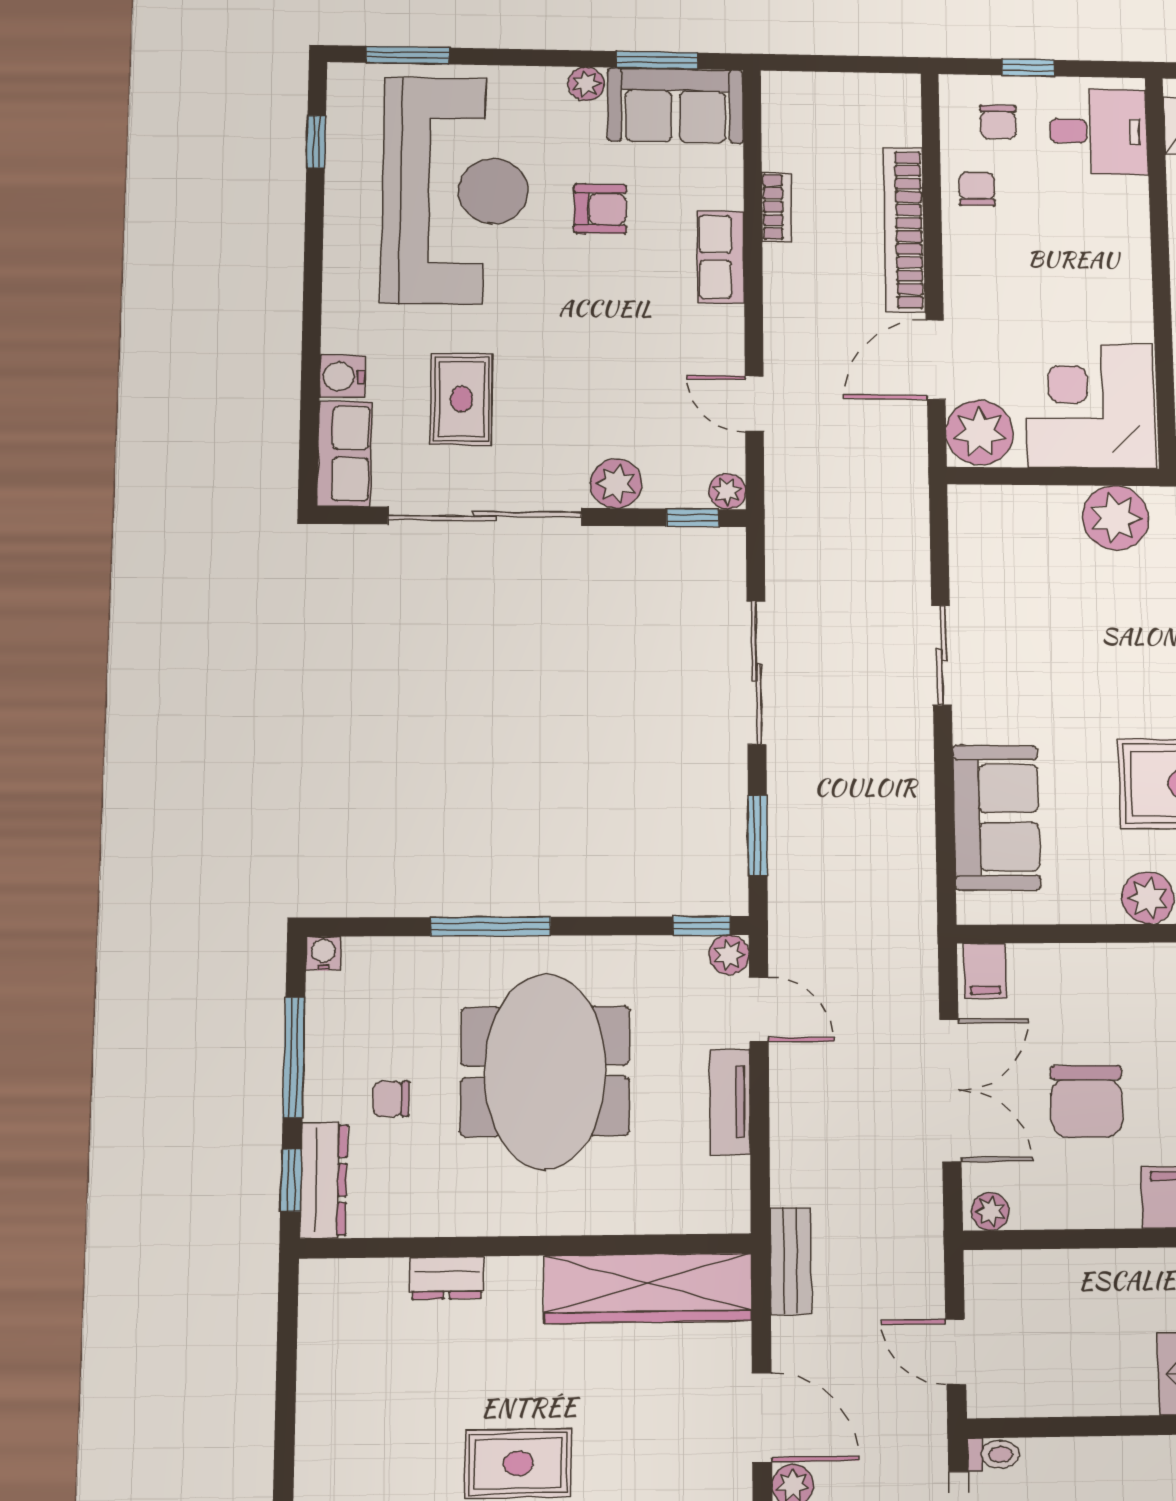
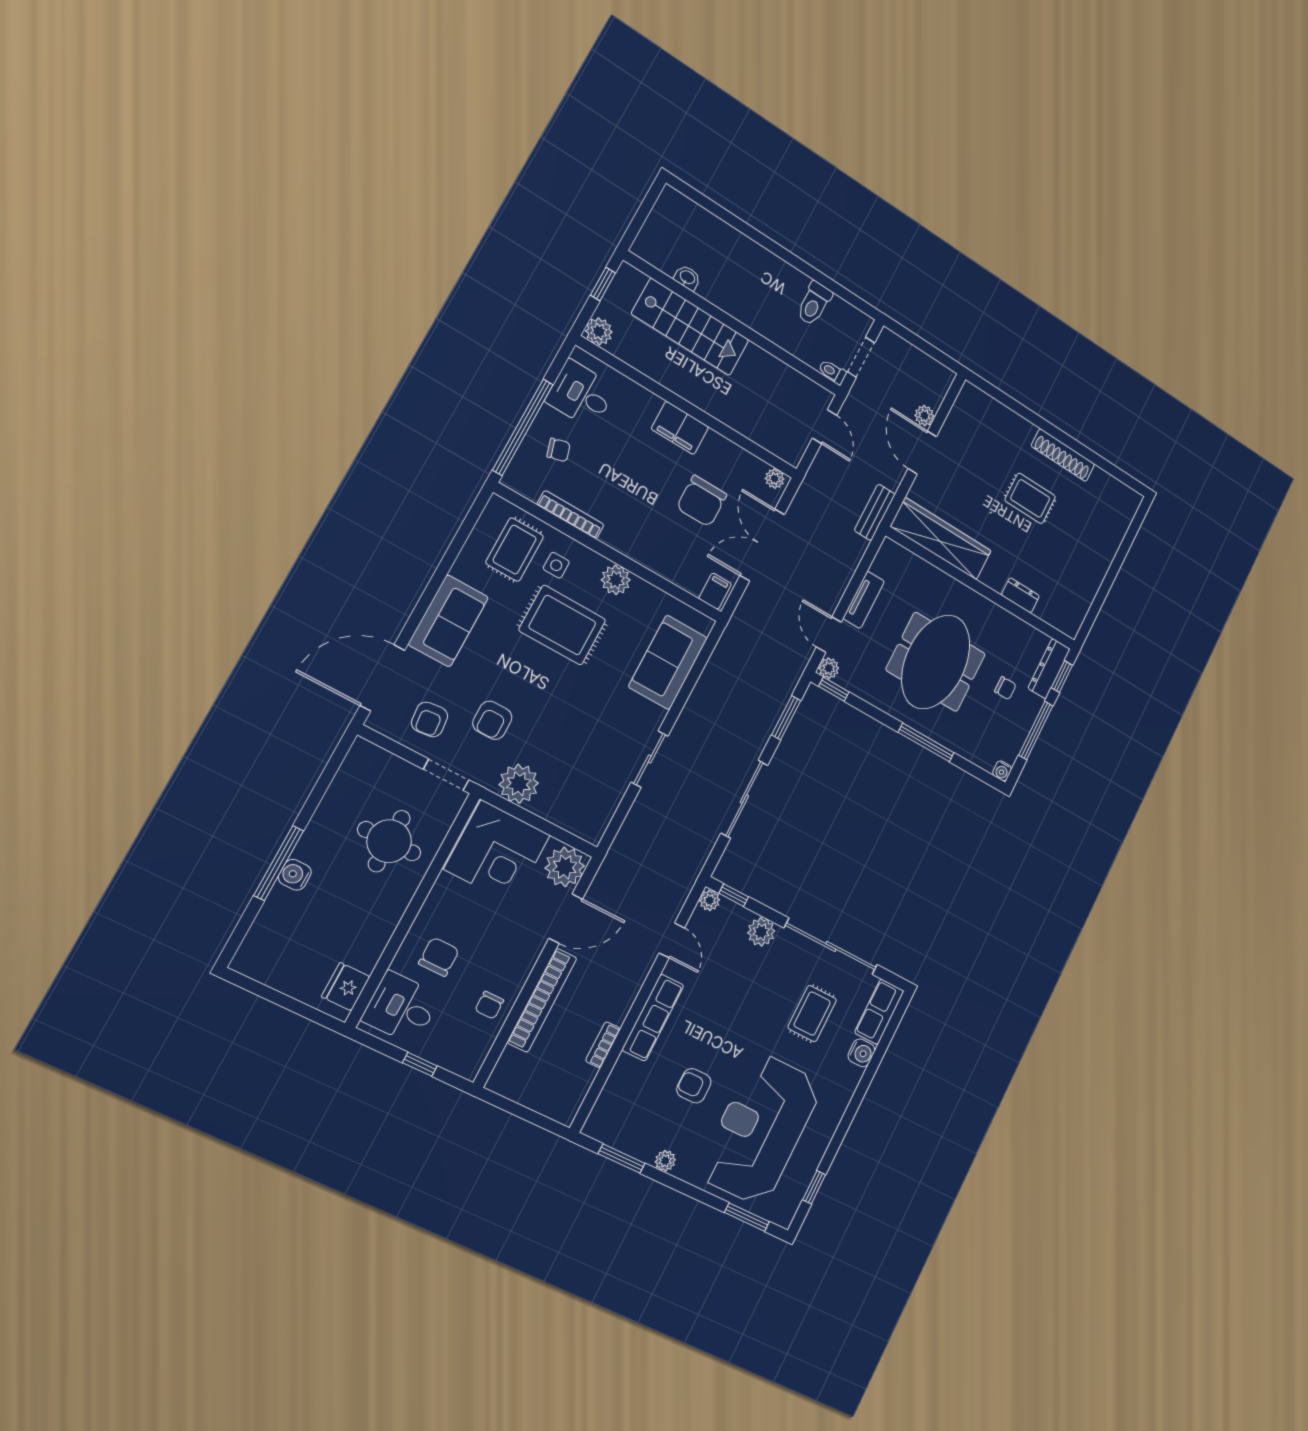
sofa: (676, 105) -> (625, 1128), removed
chair: (998, 122) -> (439, 957), moved, width x1.37, depth x1.37
row of seats: (721, 257) -> (653, 1018), width x1.48
chair: (1087, 1101) -> (702, 501), turned 180

